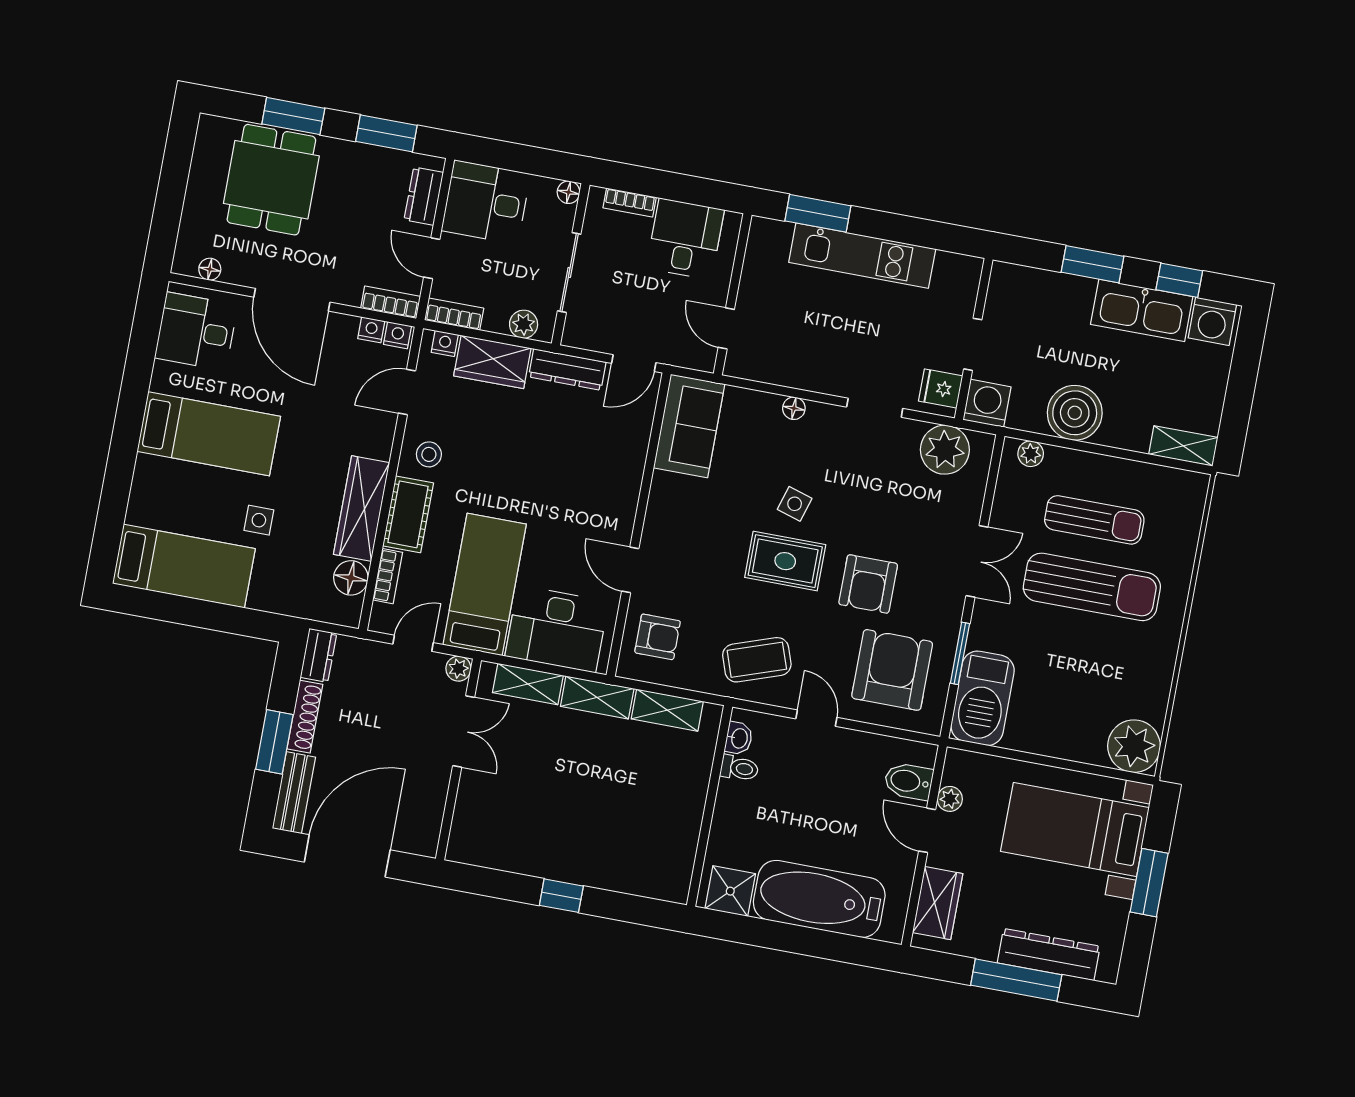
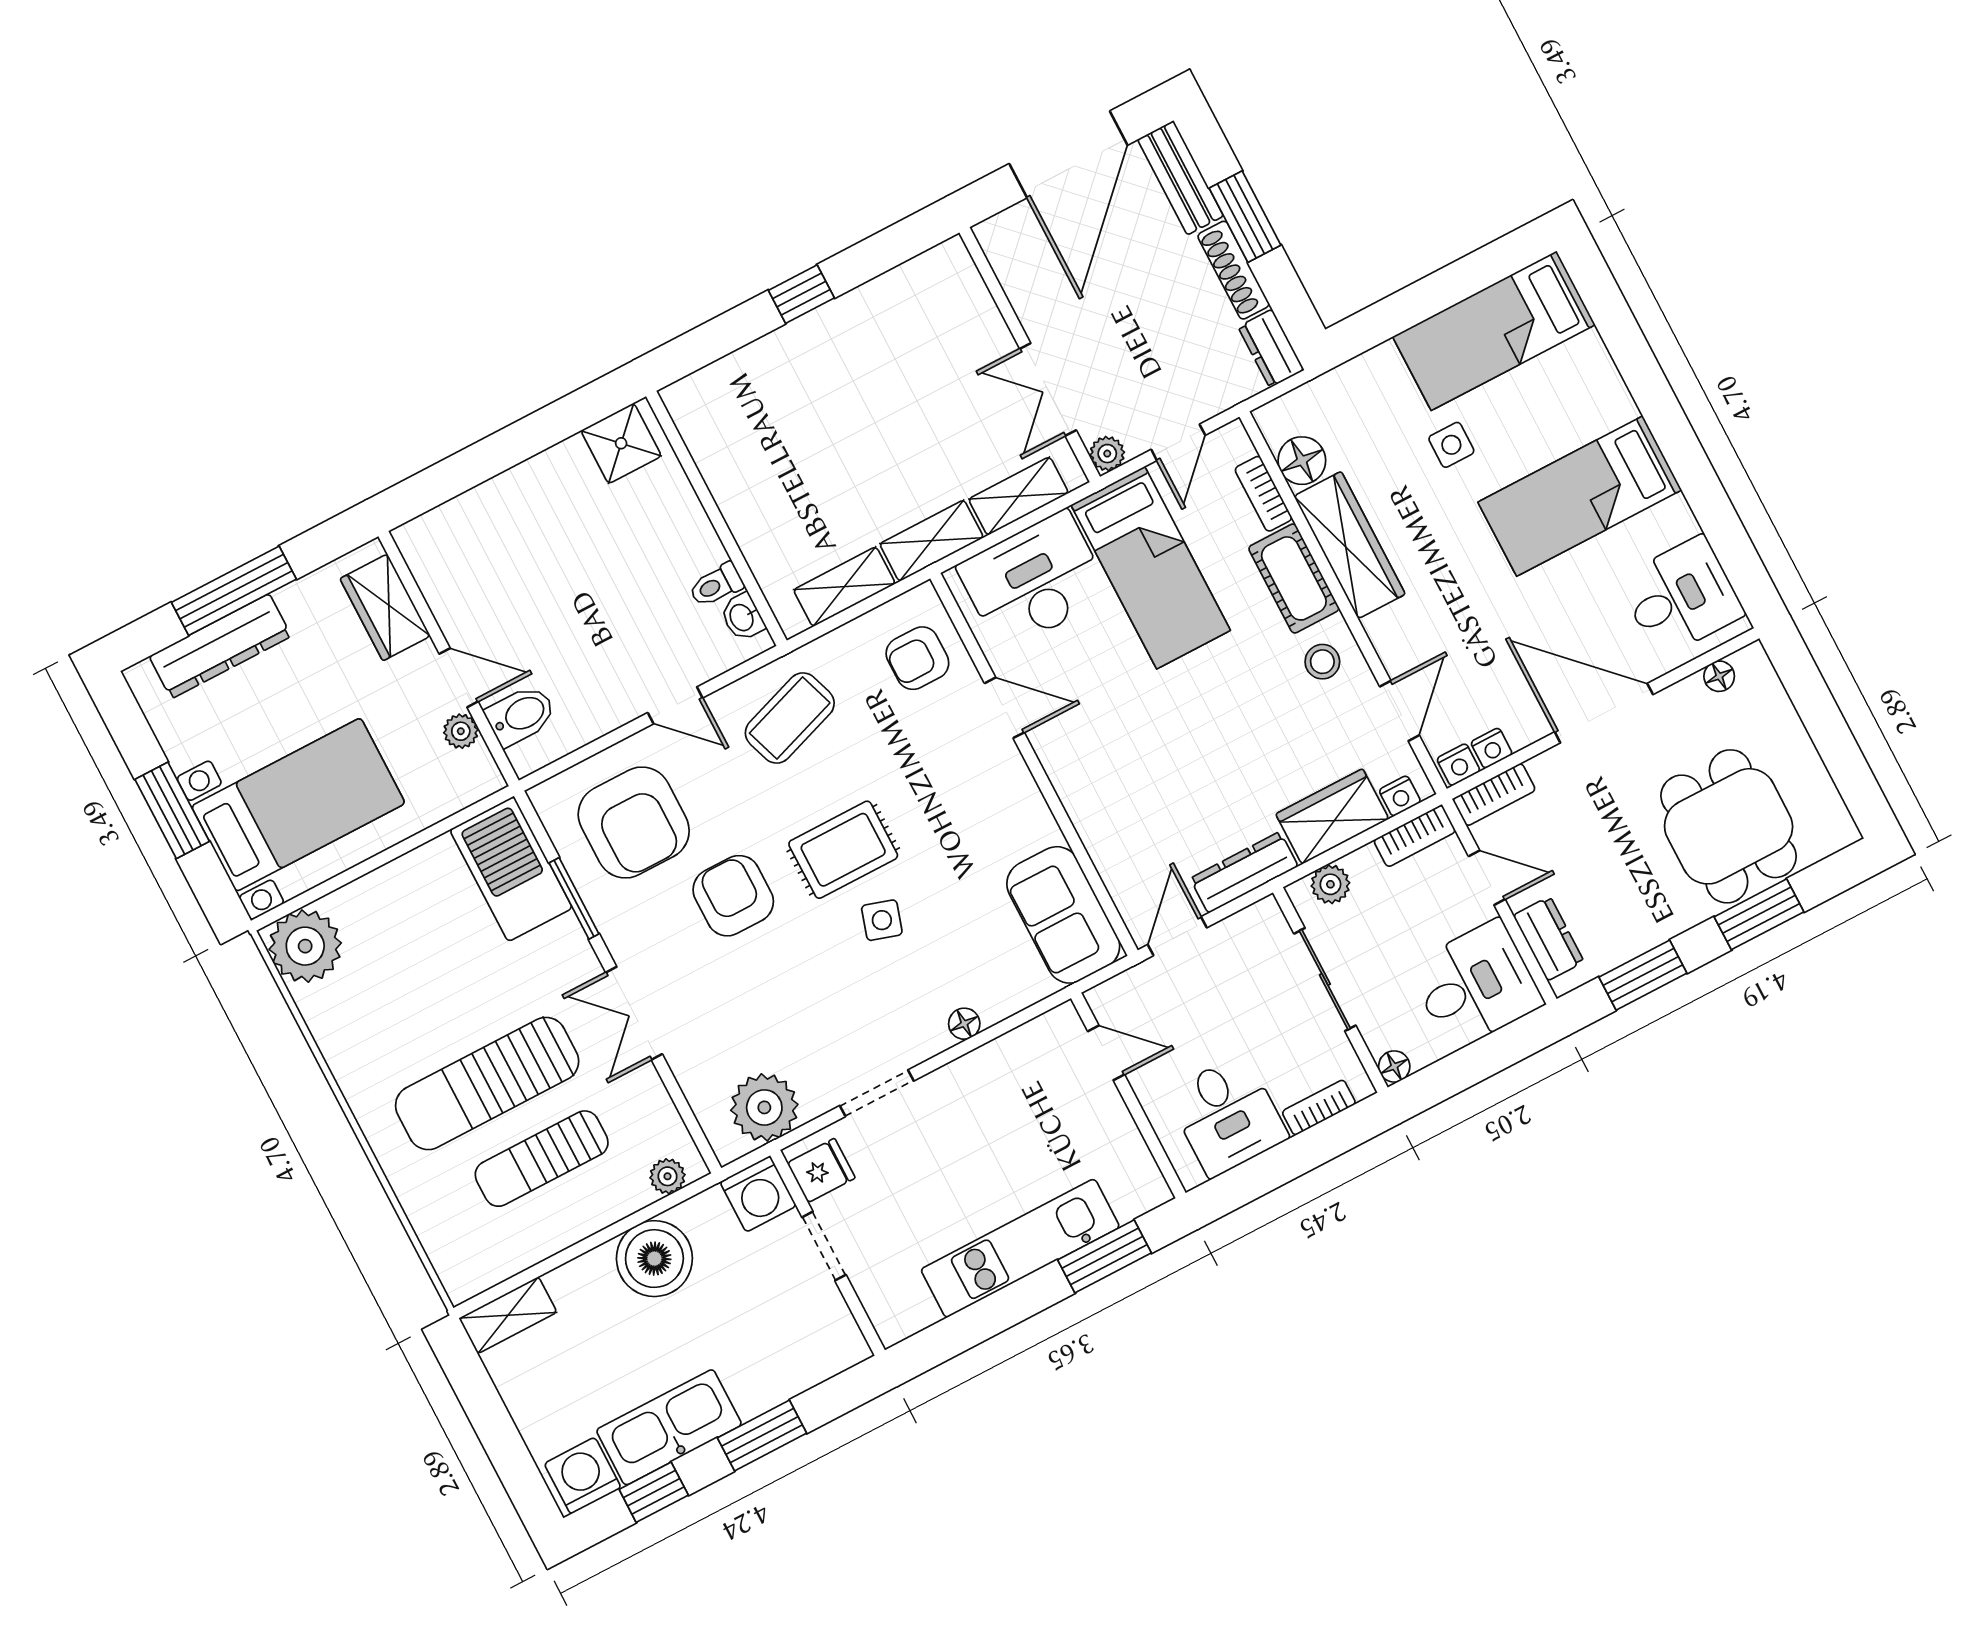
bathtub: (819, 899) -> (518, 511), removed

